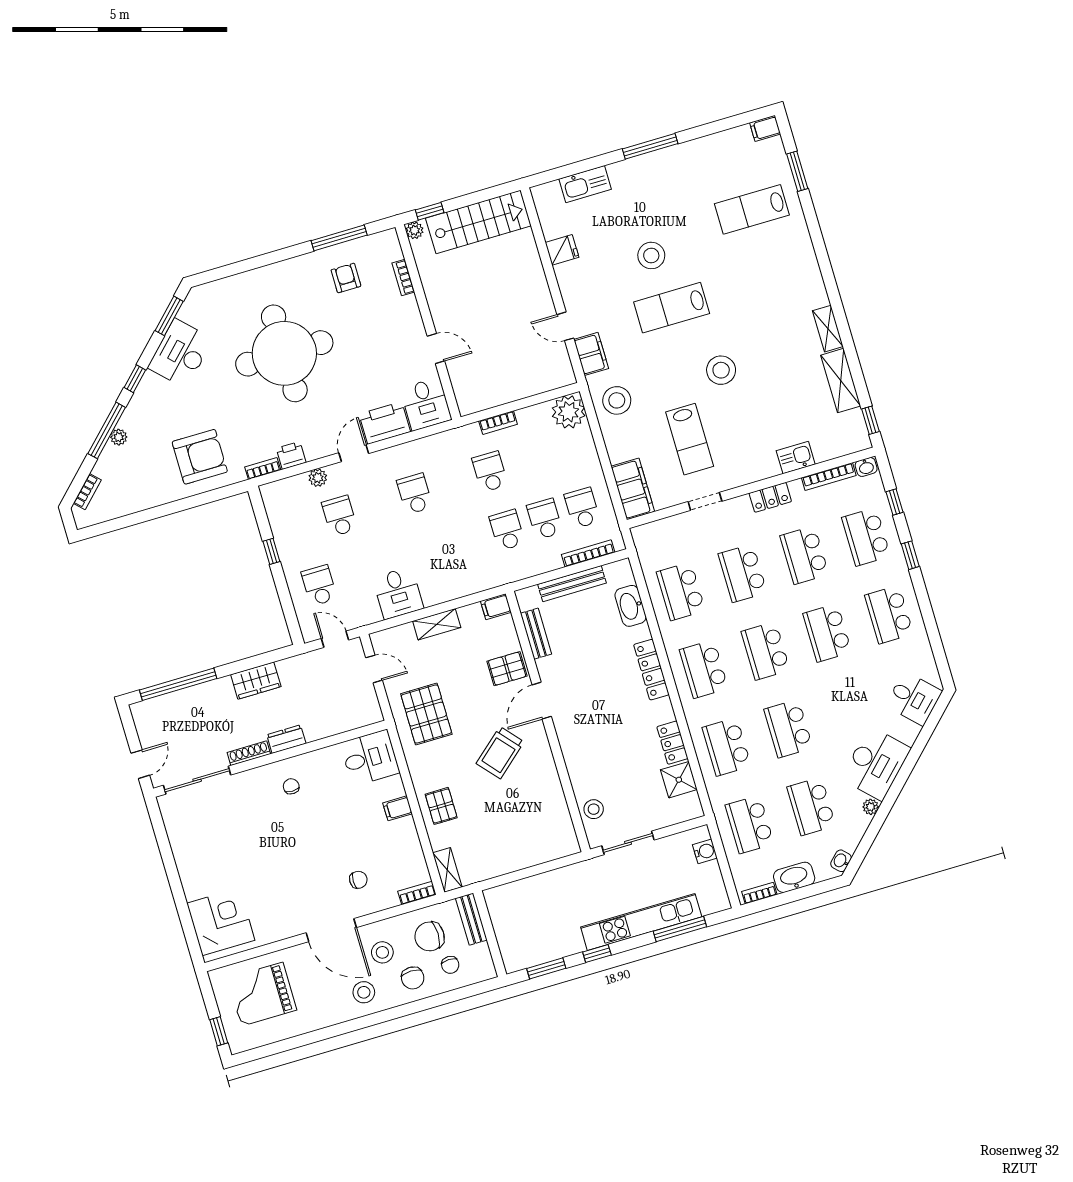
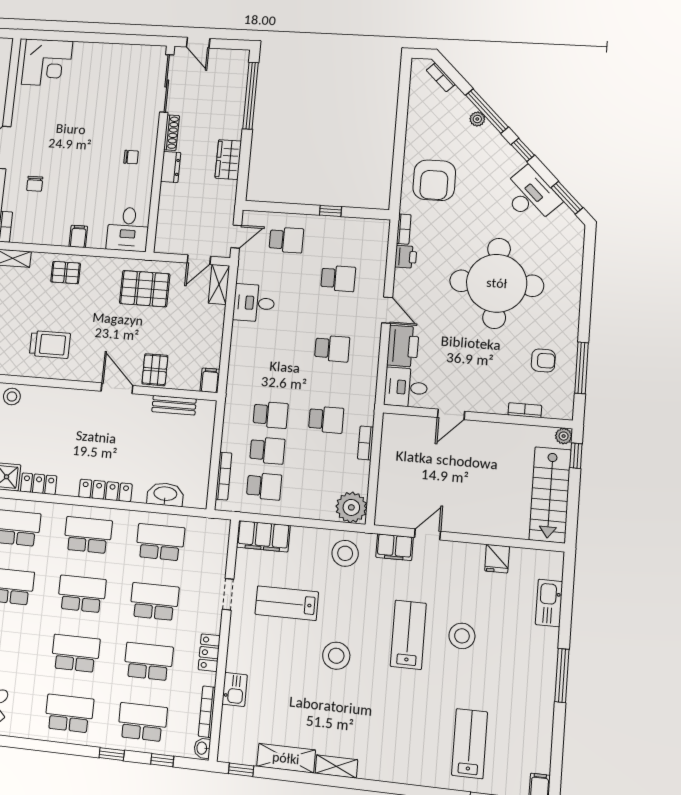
plant: (318, 478) -> (378, 272), removed
bench: (572, 584) -> (204, 452), removed
shelving: (437, 624) -> (219, 284), moved
trolley: (500, 753) -> (50, 344), moved, turned 131

